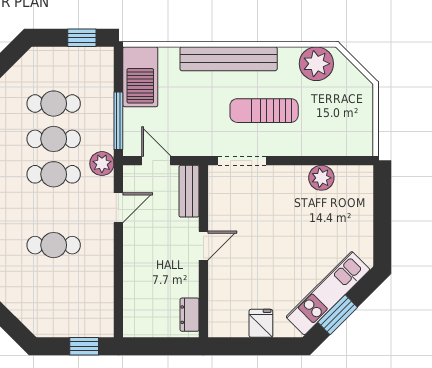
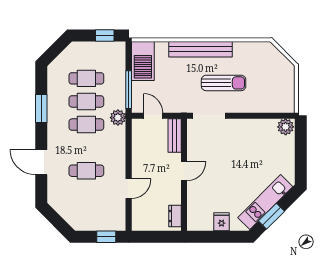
plant: (316, 64) -> (258, 52), removed
sun lounger: (264, 111) -> (224, 83), turned 180
plant: (321, 178) -> (286, 127), moved
door: (118, 208) -> (129, 189), moved

